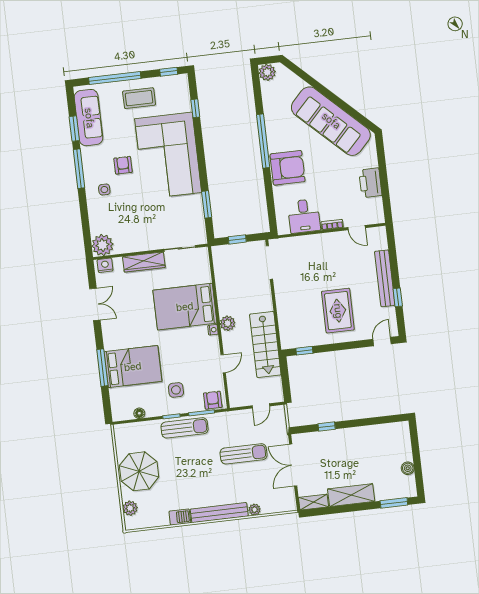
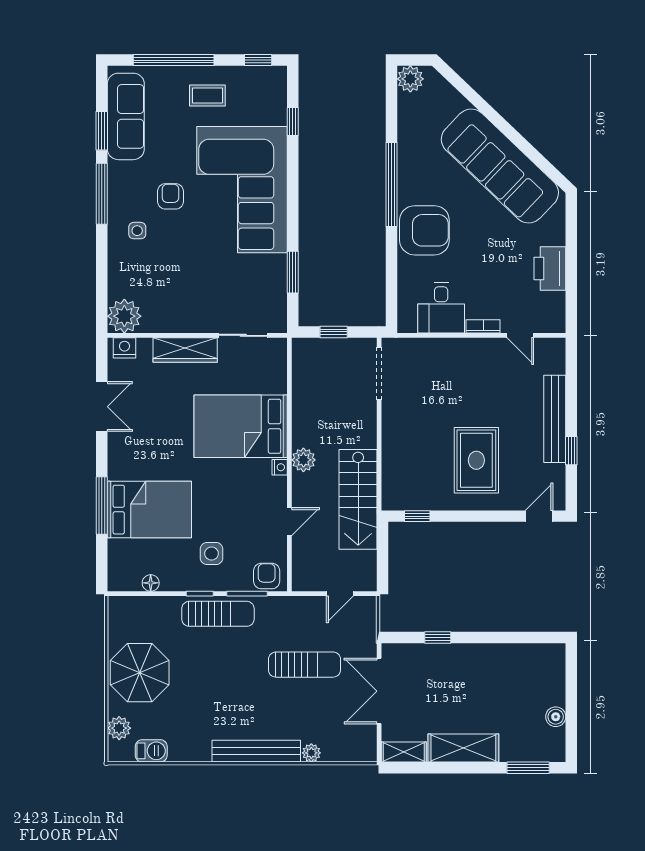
coffee table: (139, 98) -> (207, 96), width x0.73, depth x0.77
barbecue: (180, 517) -> (151, 751), moved

